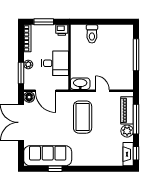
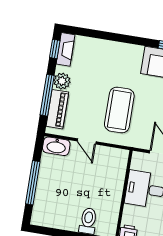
washbasin: (80, 84) -> (56, 146), moved

